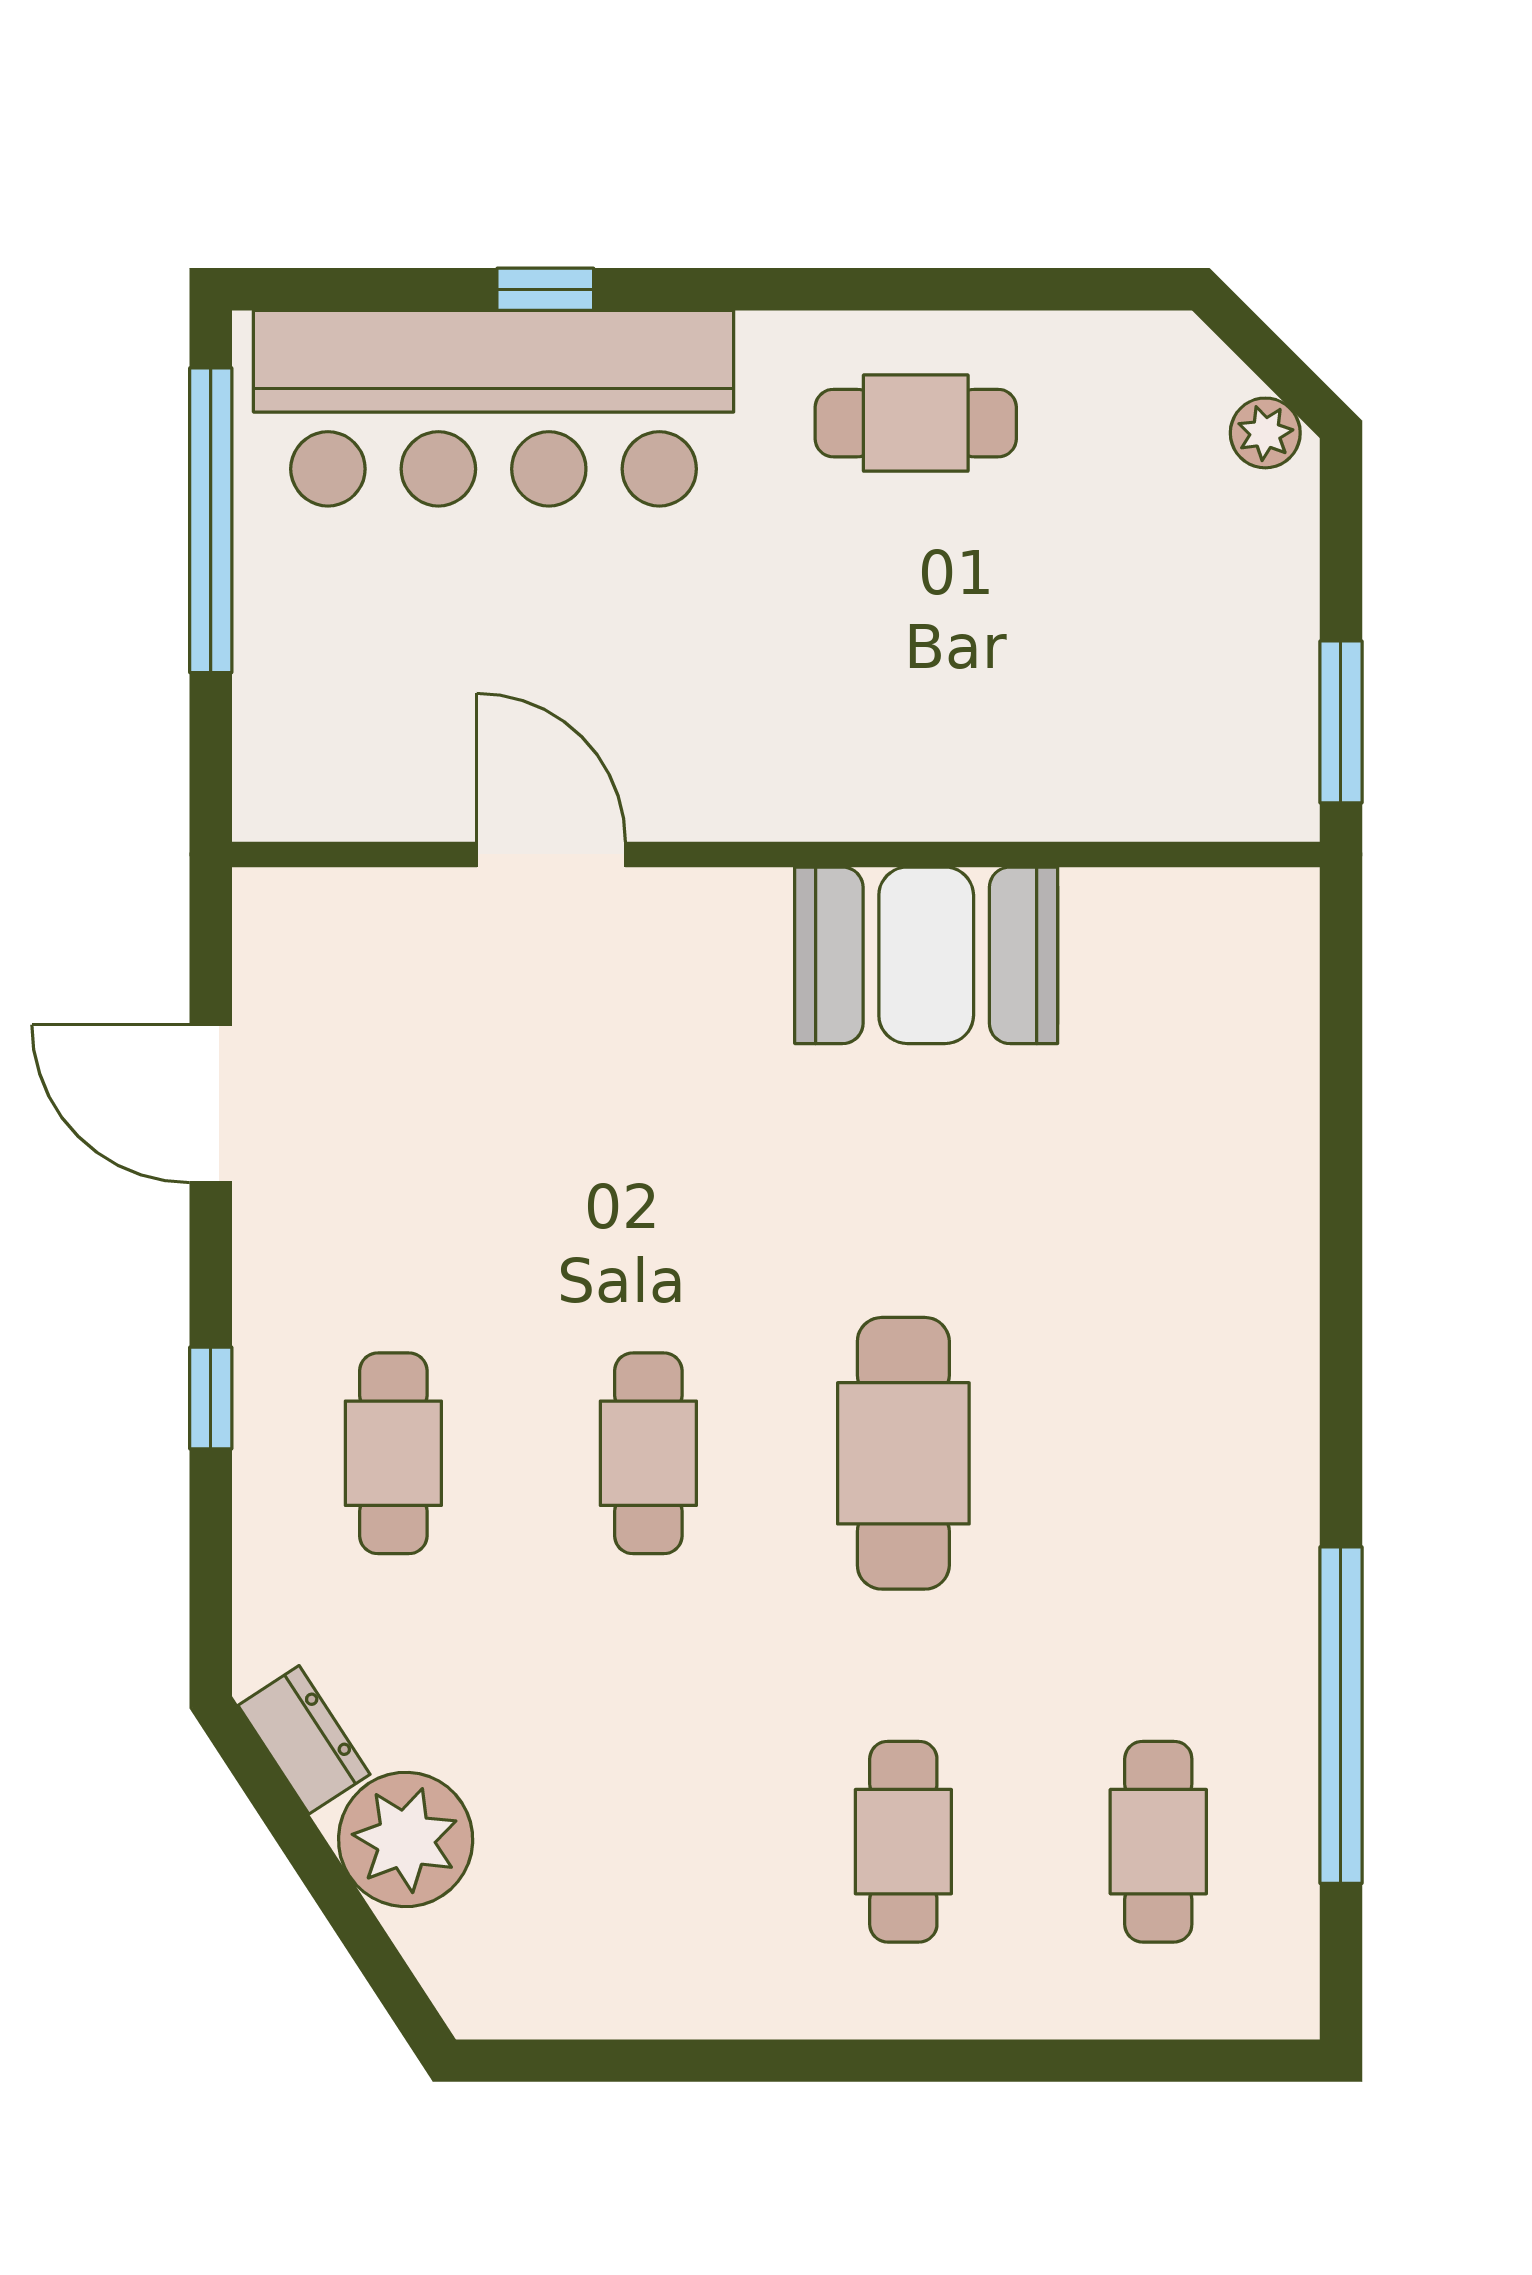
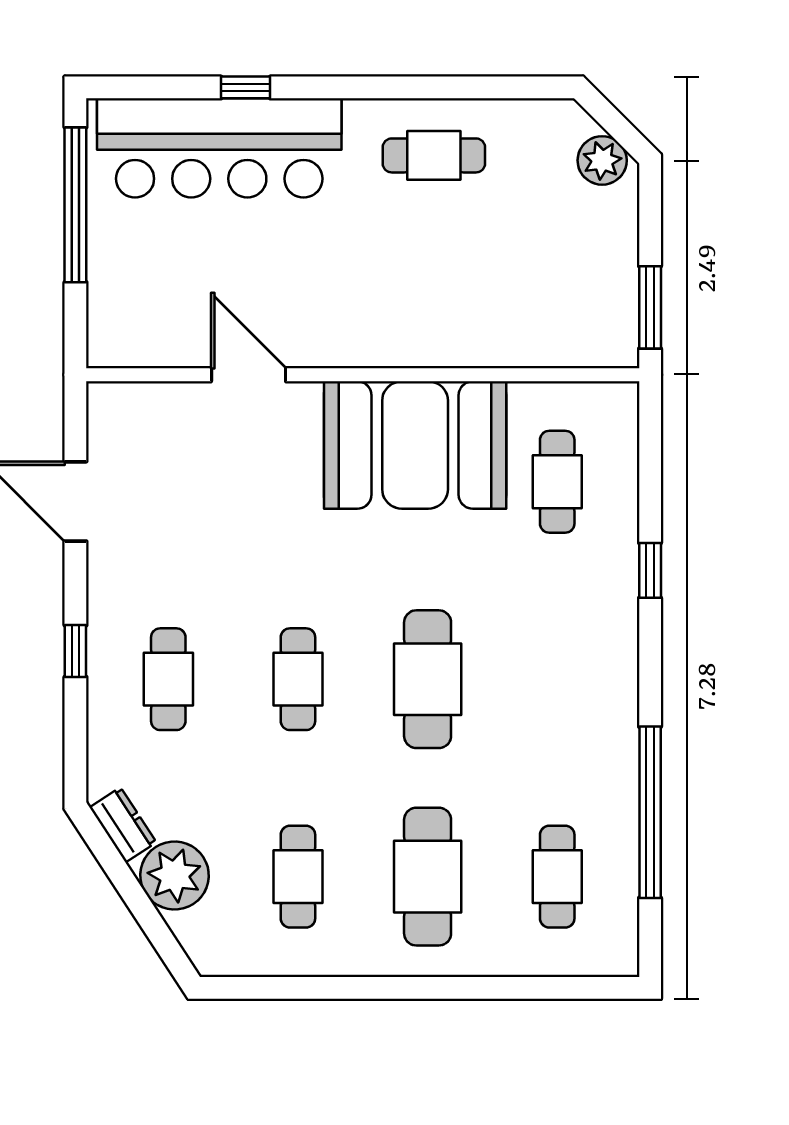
plant: (1265, 433) -> (602, 160), width x1.38, depth x1.38
booth: (926, 955) -> (415, 445), width x1.36, depth x1.42
cafe table: (1158, 1065) -> (557, 482), added
window: (1341, 1239) -> (650, 570), added
cafe table: (648, 1842) -> (298, 877), added
cafe table: (903, 1842) -> (428, 877), width x1.37, depth x1.35

